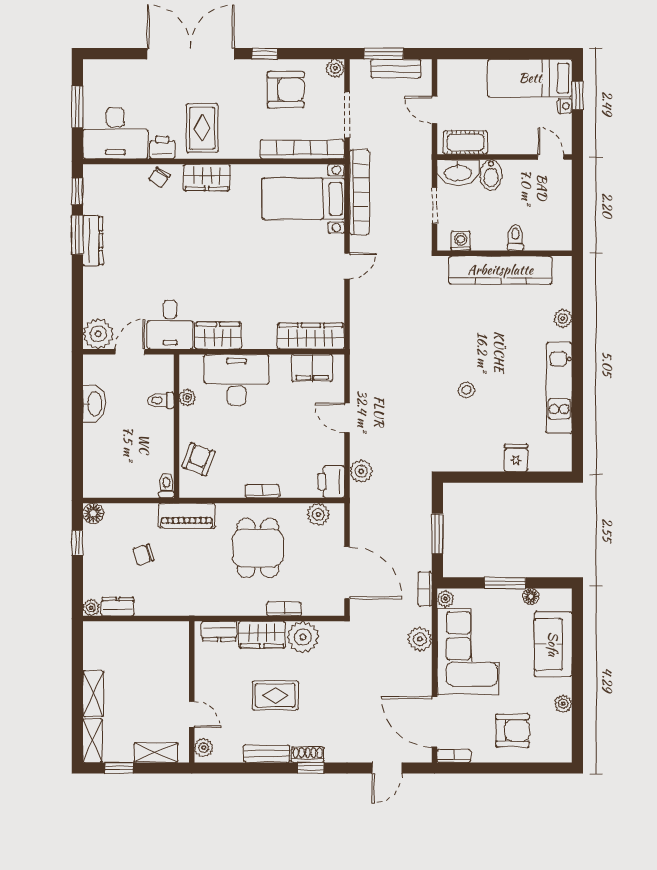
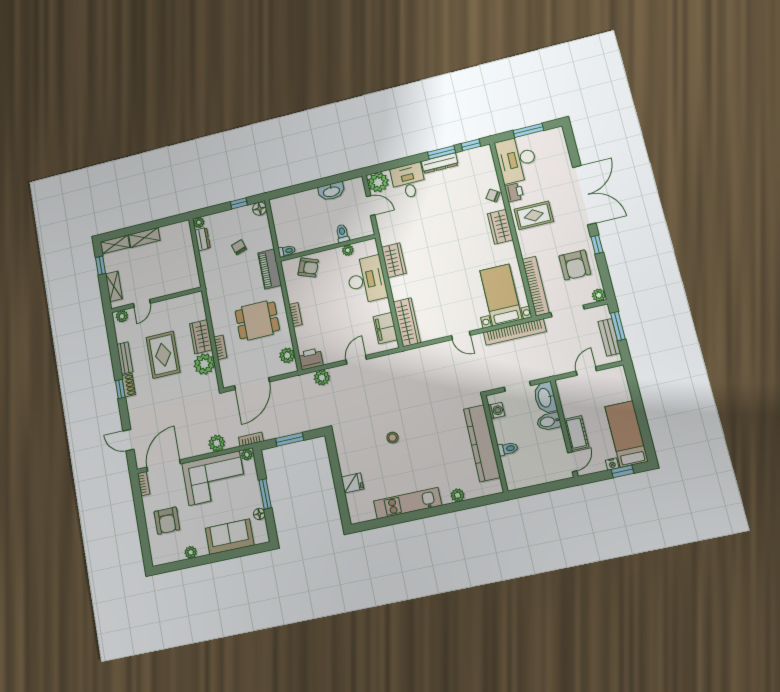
cot: (465, 143) -> (576, 433), moved
desk: (170, 325) -> (408, 181), moved, turned 90
dresser: (219, 631) -> (198, 308), removed
rug: (275, 695) -> (163, 355), width x1.36, depth x1.43

